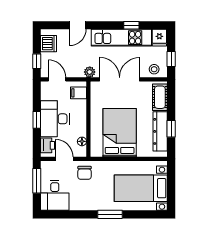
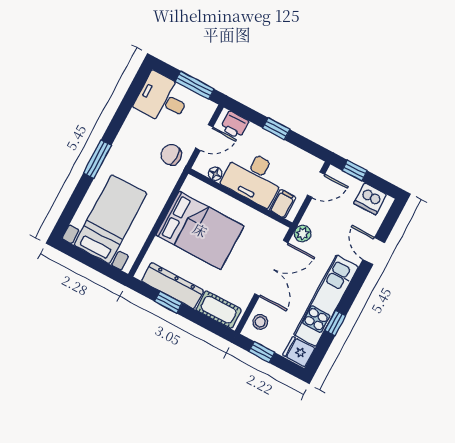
desk: (55, 119) -> (254, 177), moved, turned 180

